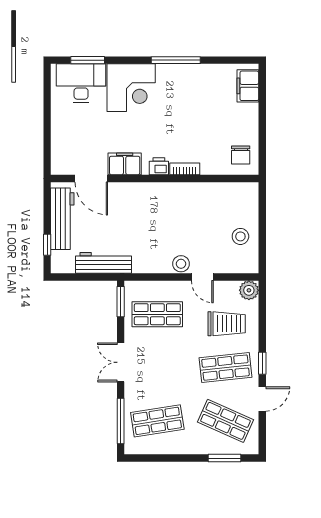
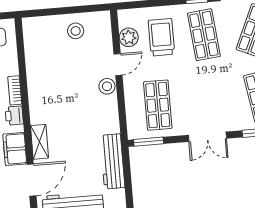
shelving: (130, 190) -> (40, 142), added
plant: (249, 290) -> (129, 37), moved

